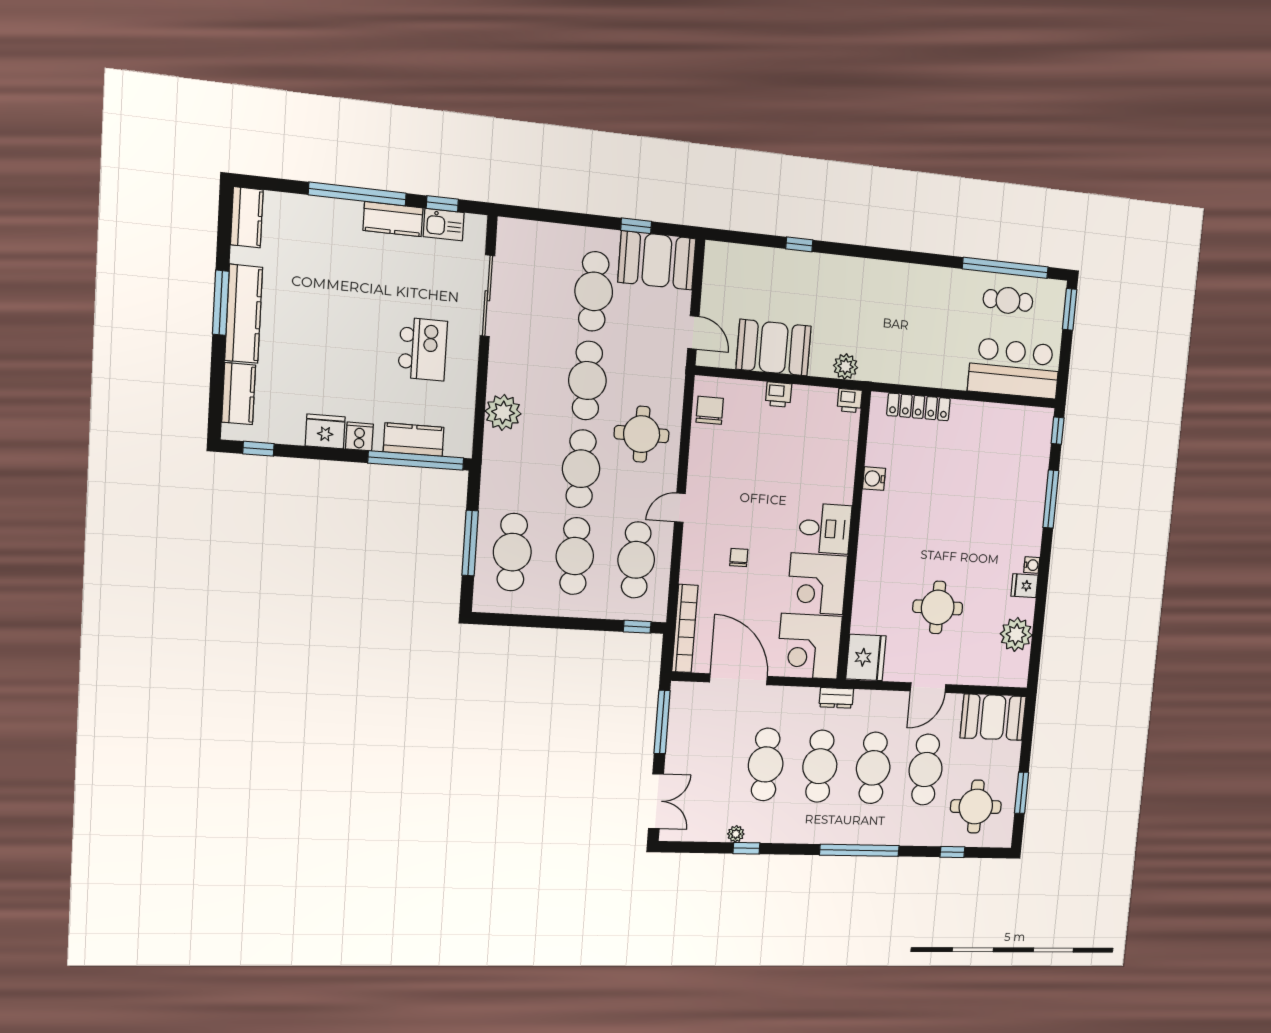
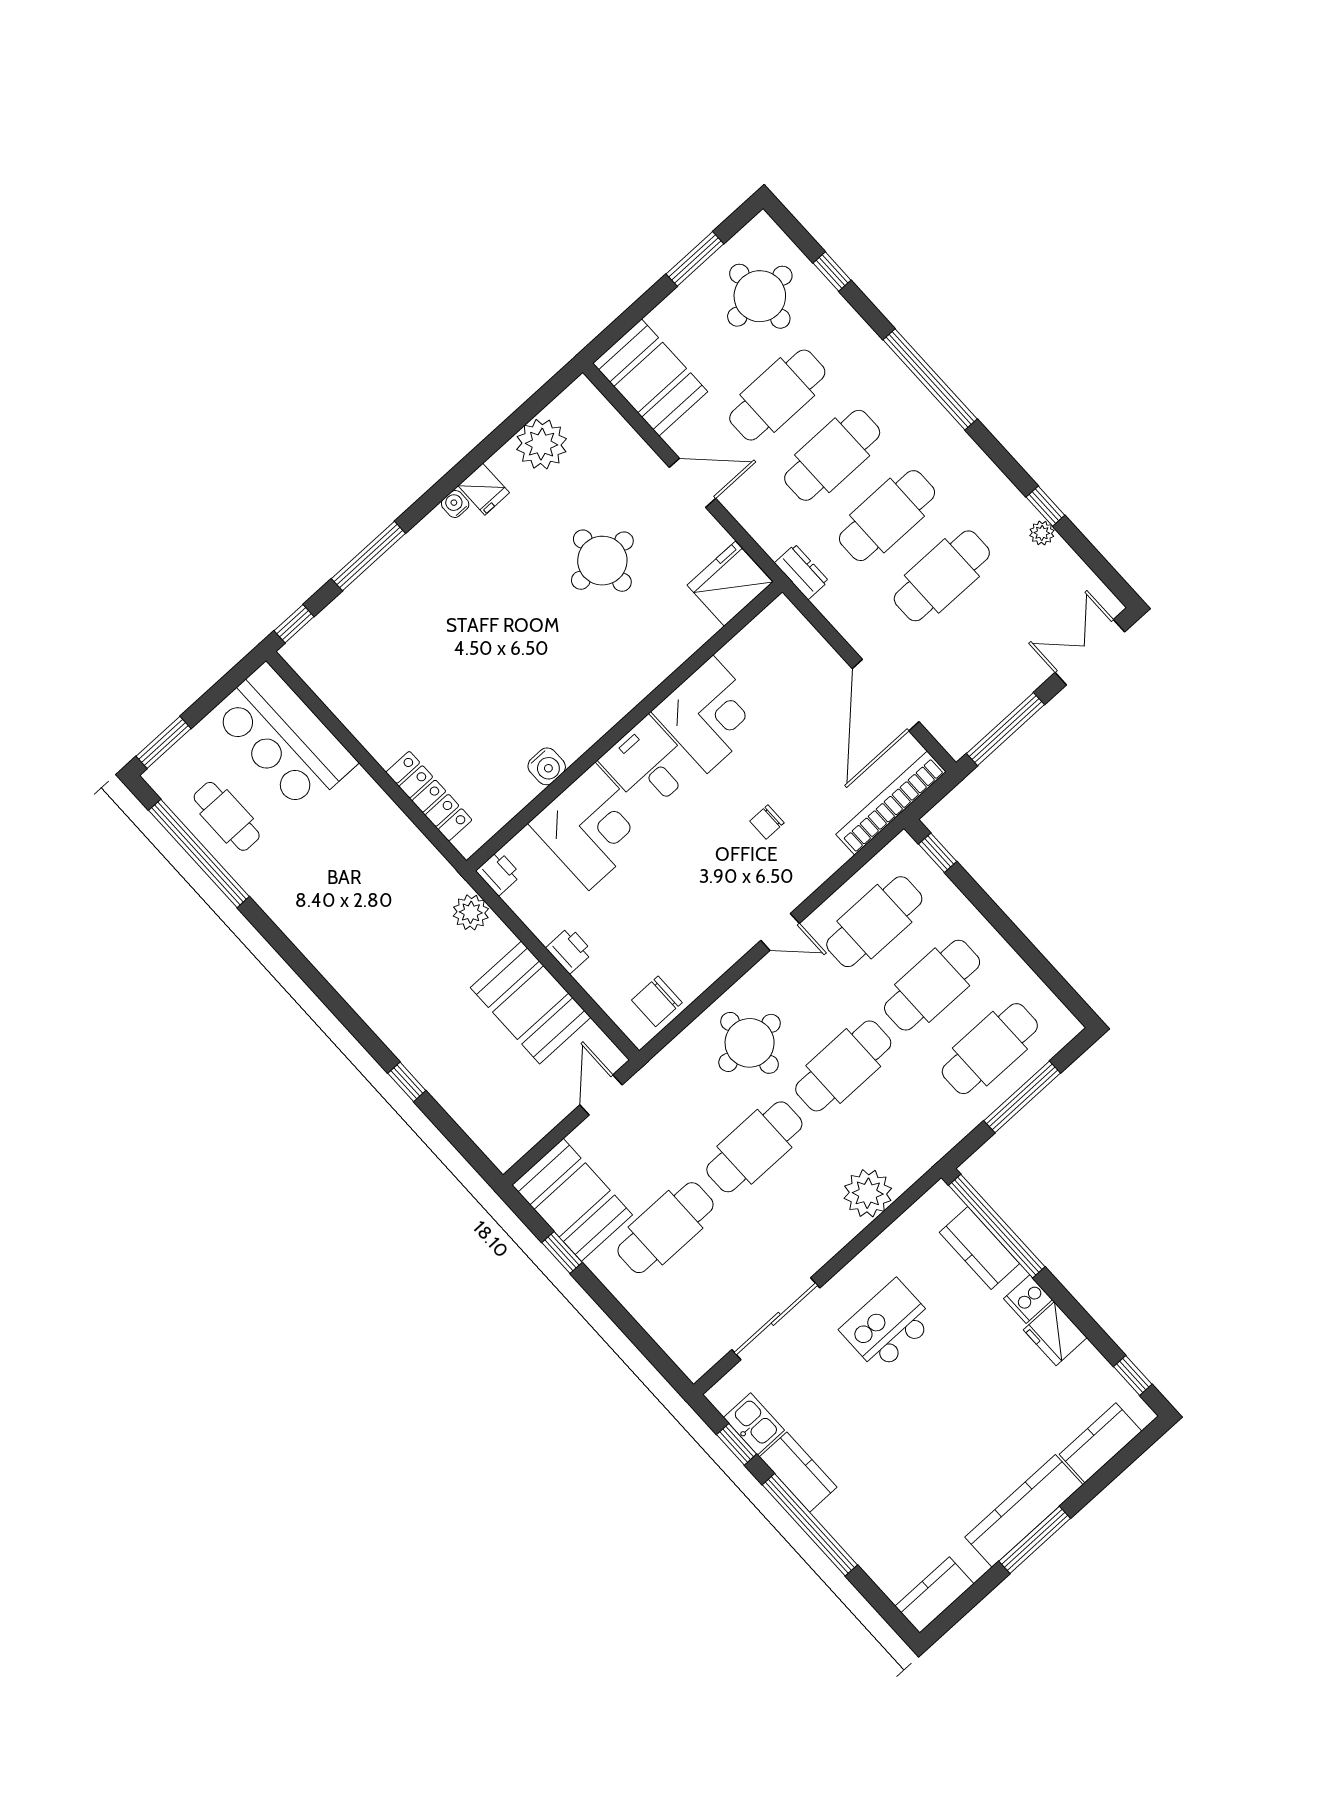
corner desk: (809, 646) -> (592, 826), moved

